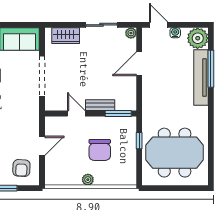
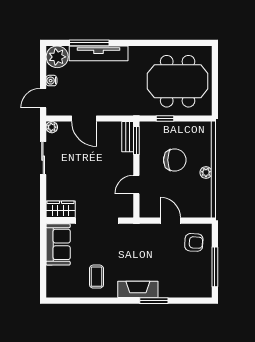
wardrobe: (66, 36) -> (61, 209), moved, turned -90
bench: (100, 105) -> (128, 137), moved
meeting table: (175, 153) -> (178, 81), turned 90

